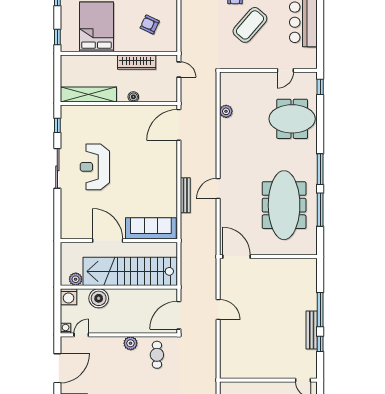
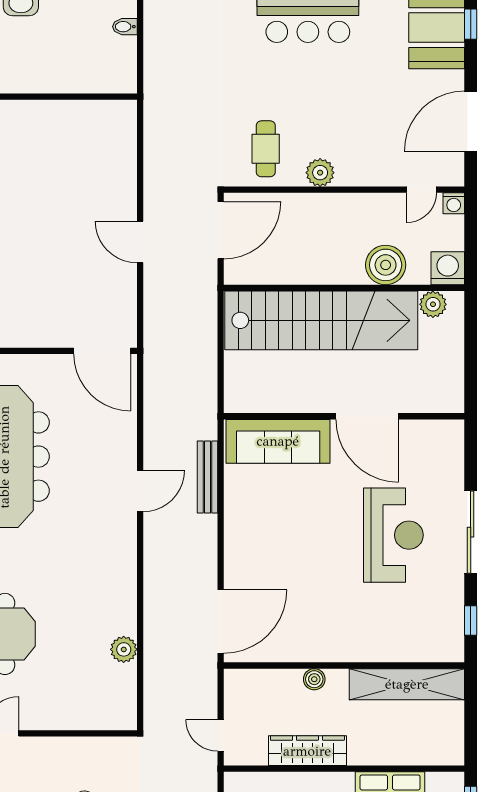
sofa: (151, 228) -> (278, 441), moved
door: (108, 241) -> (367, 416), moved
wall: (119, 241) -> (344, 416), moved

